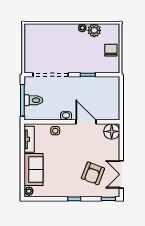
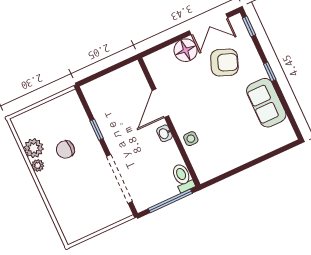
chair: (111, 50) -> (65, 149), moved
toilet: (33, 100) -> (183, 178), moved
floor lamp: (112, 131) -> (186, 50), moved
tv unit: (29, 139) -> (218, 168), removed
sofa: (33, 169) -> (266, 103), moved, turned -90
plant: (29, 191) -> (287, 137), removed

